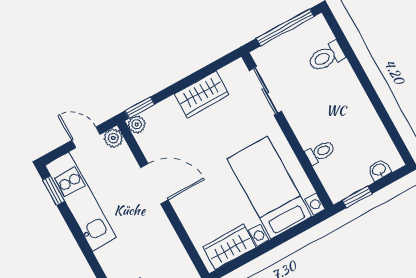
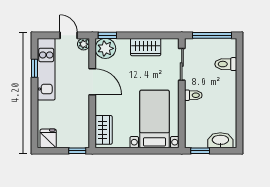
plant: (137, 124) -> (105, 48), width x1.88, depth x1.88
toilet: (320, 152) -> (193, 95), moved
washbasin: (379, 170) -> (220, 140), width x1.91, depth x1.45
window: (54, 191) -> (35, 68), moved
wardrobe: (229, 247) -> (104, 130), moved, turned 90

